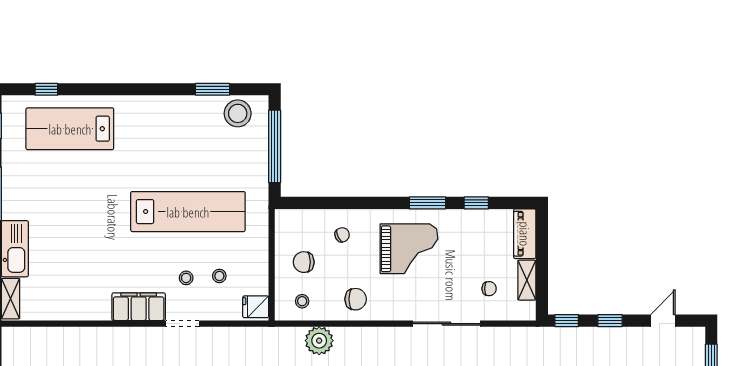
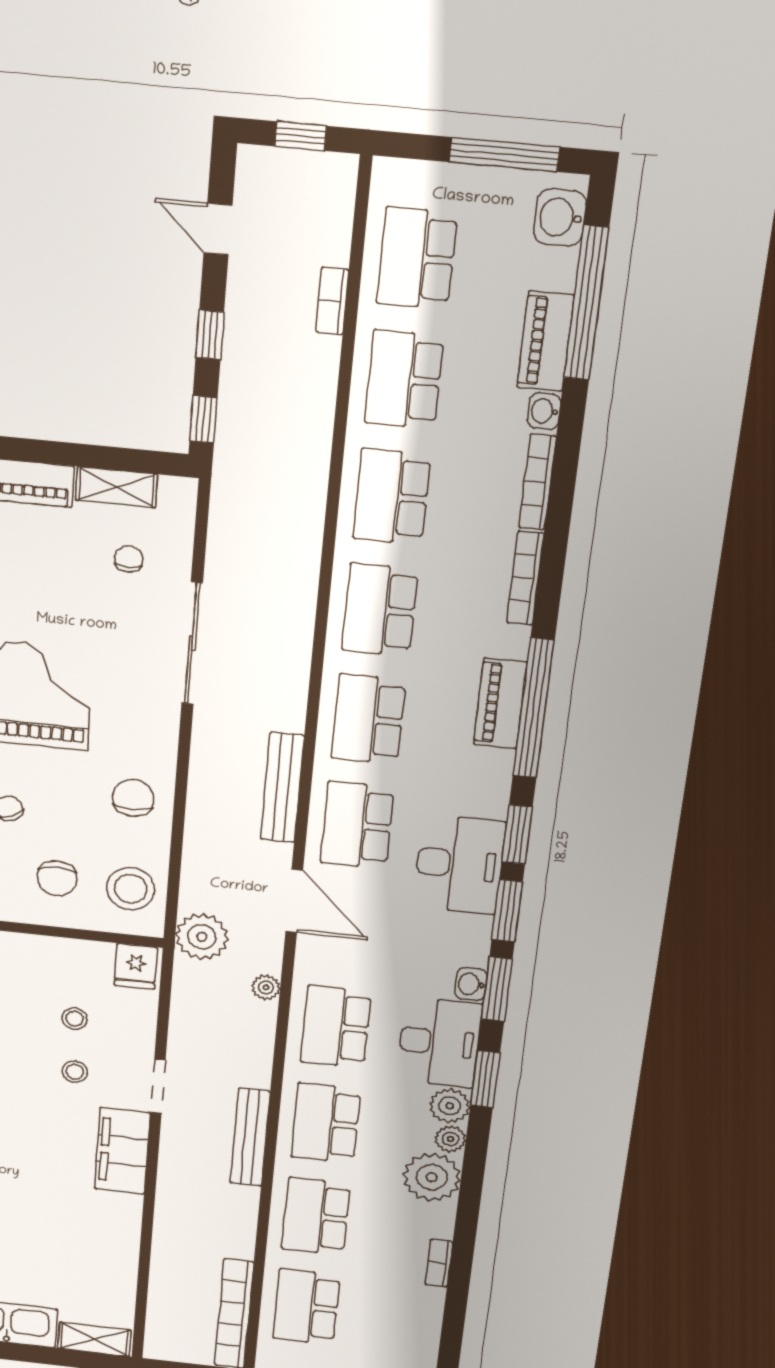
stool: (302, 301) -> (131, 889), width x1.89, depth x1.89
plant: (319, 341) -> (202, 937), moved

